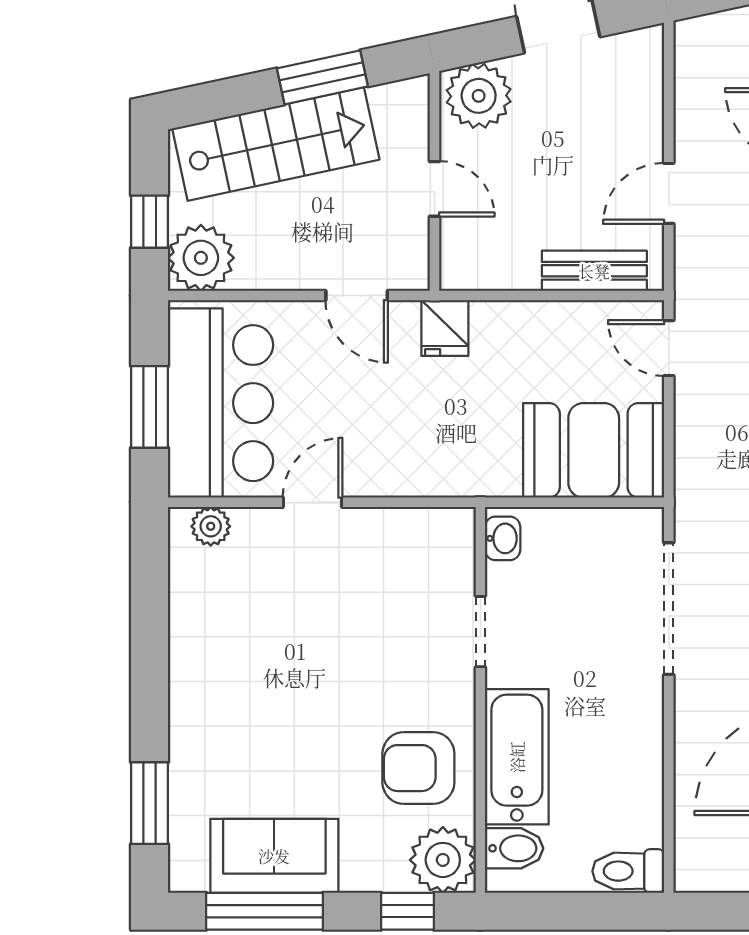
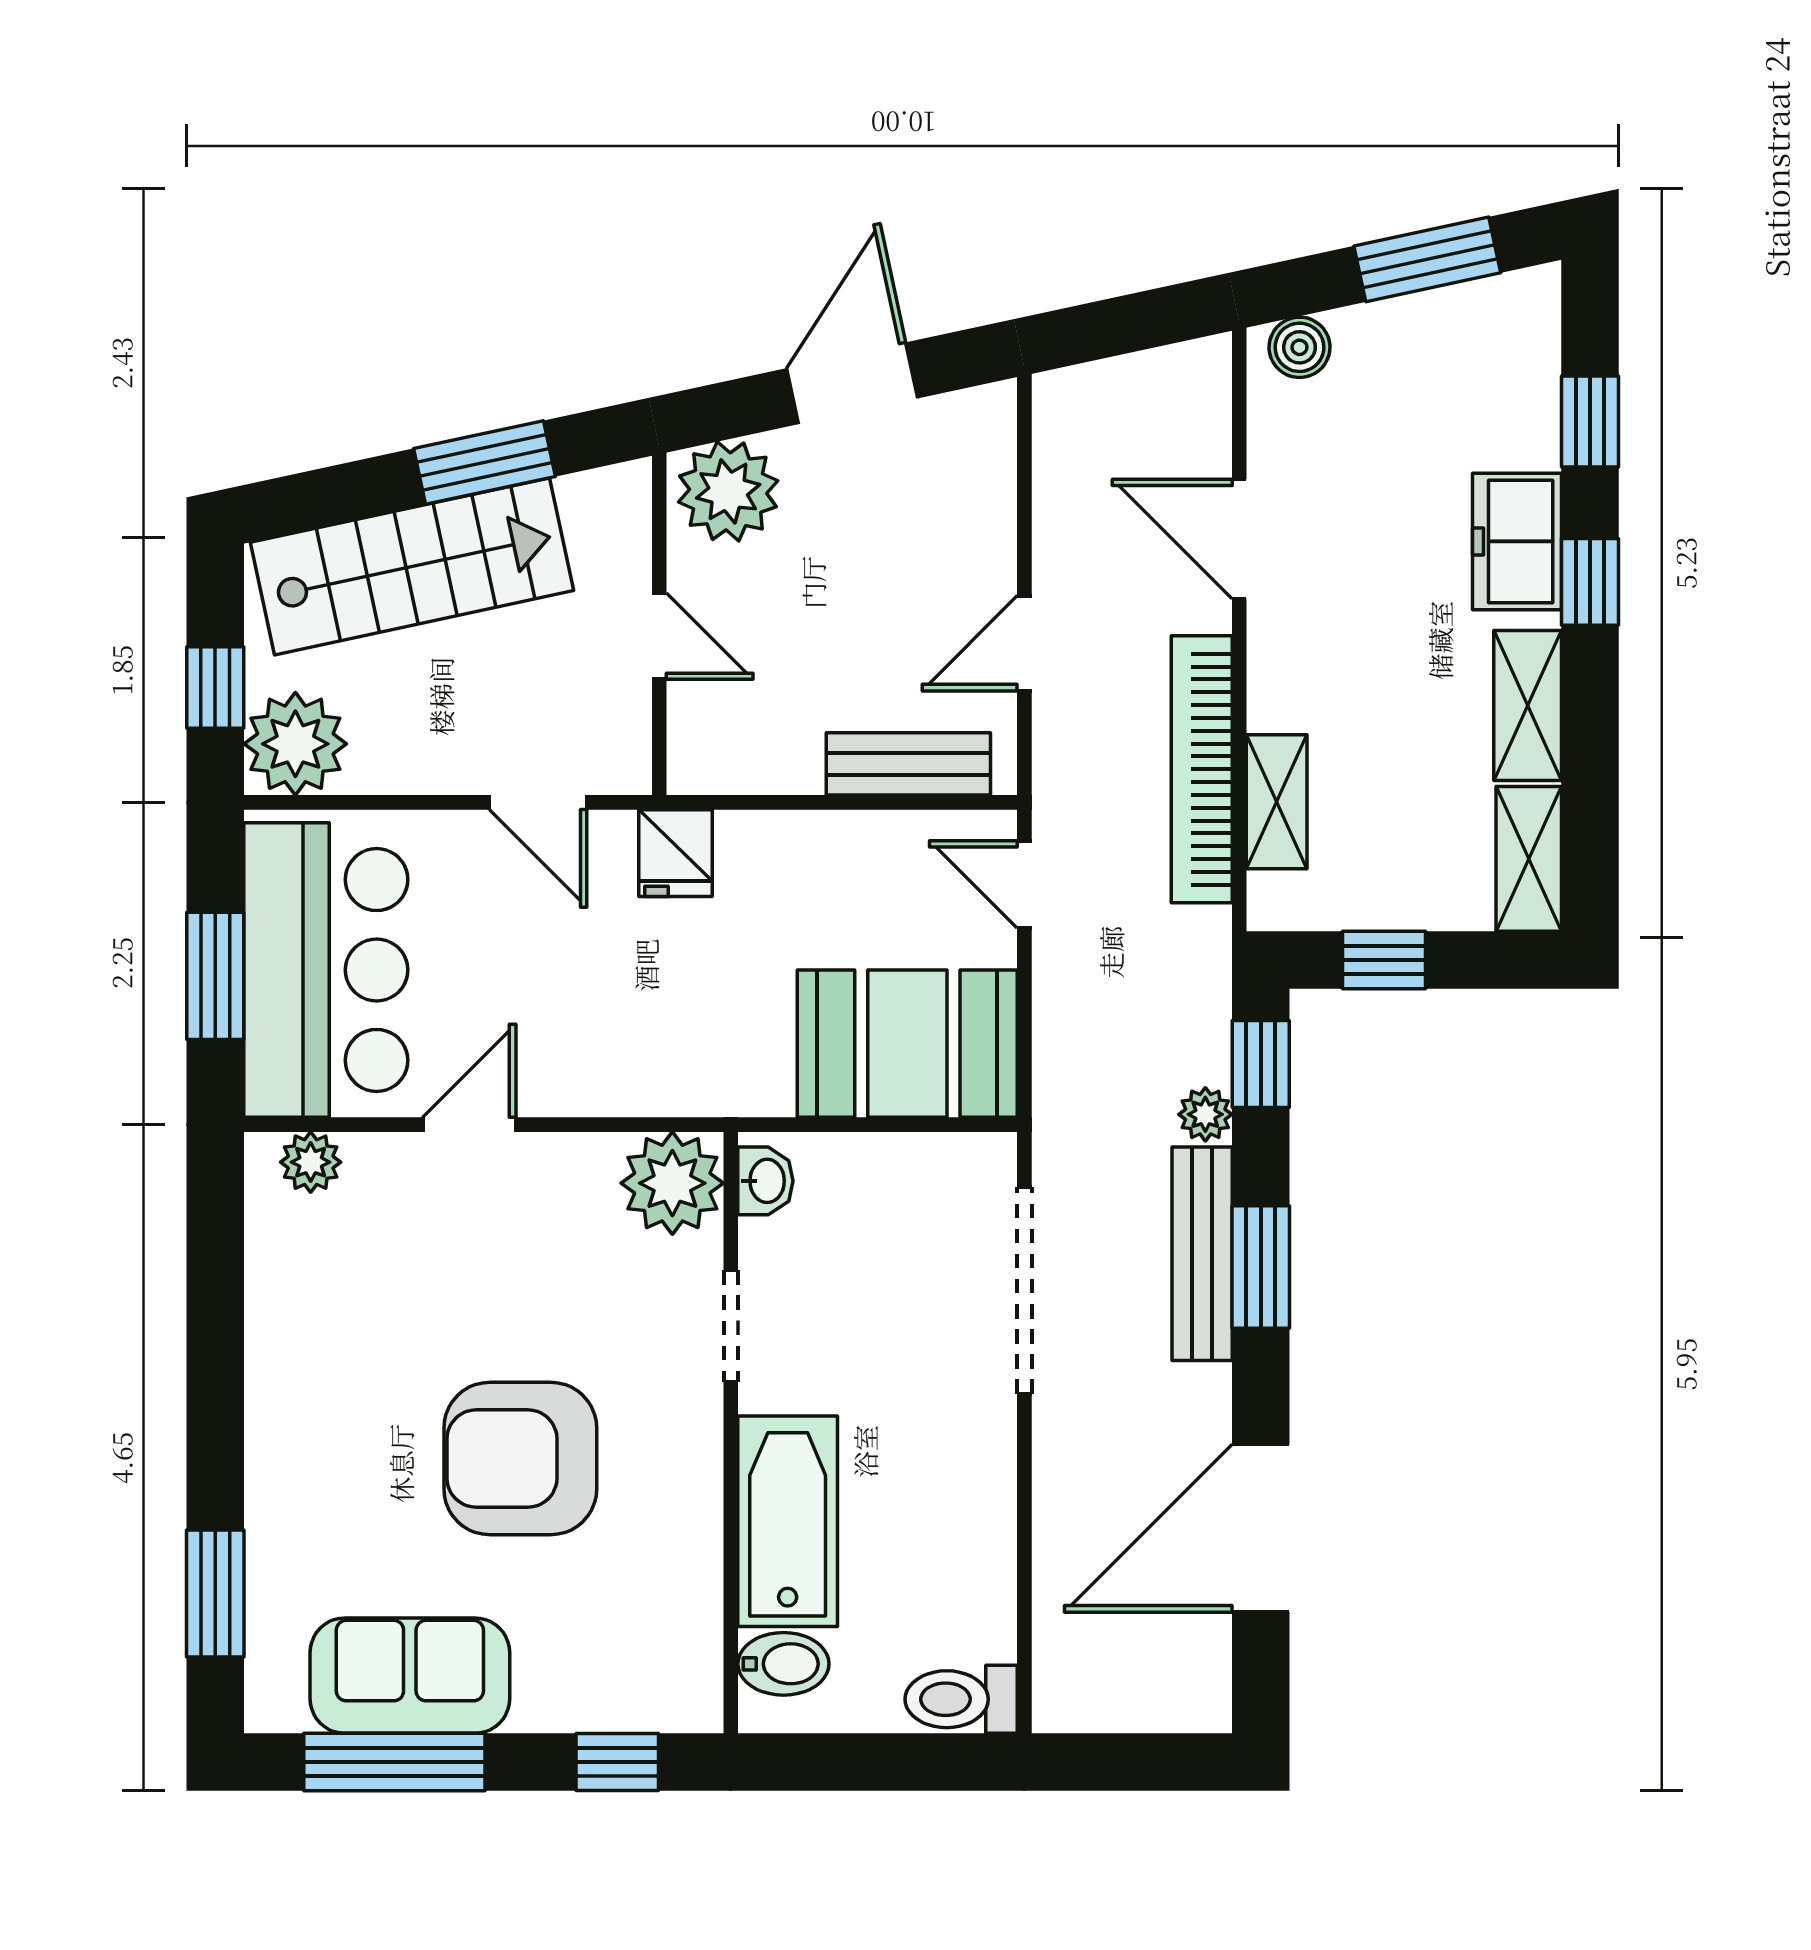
armchair: (418, 768) -> (520, 1459), moved, width x1.36, depth x1.36
plant: (443, 860) -> (672, 1183), moved

